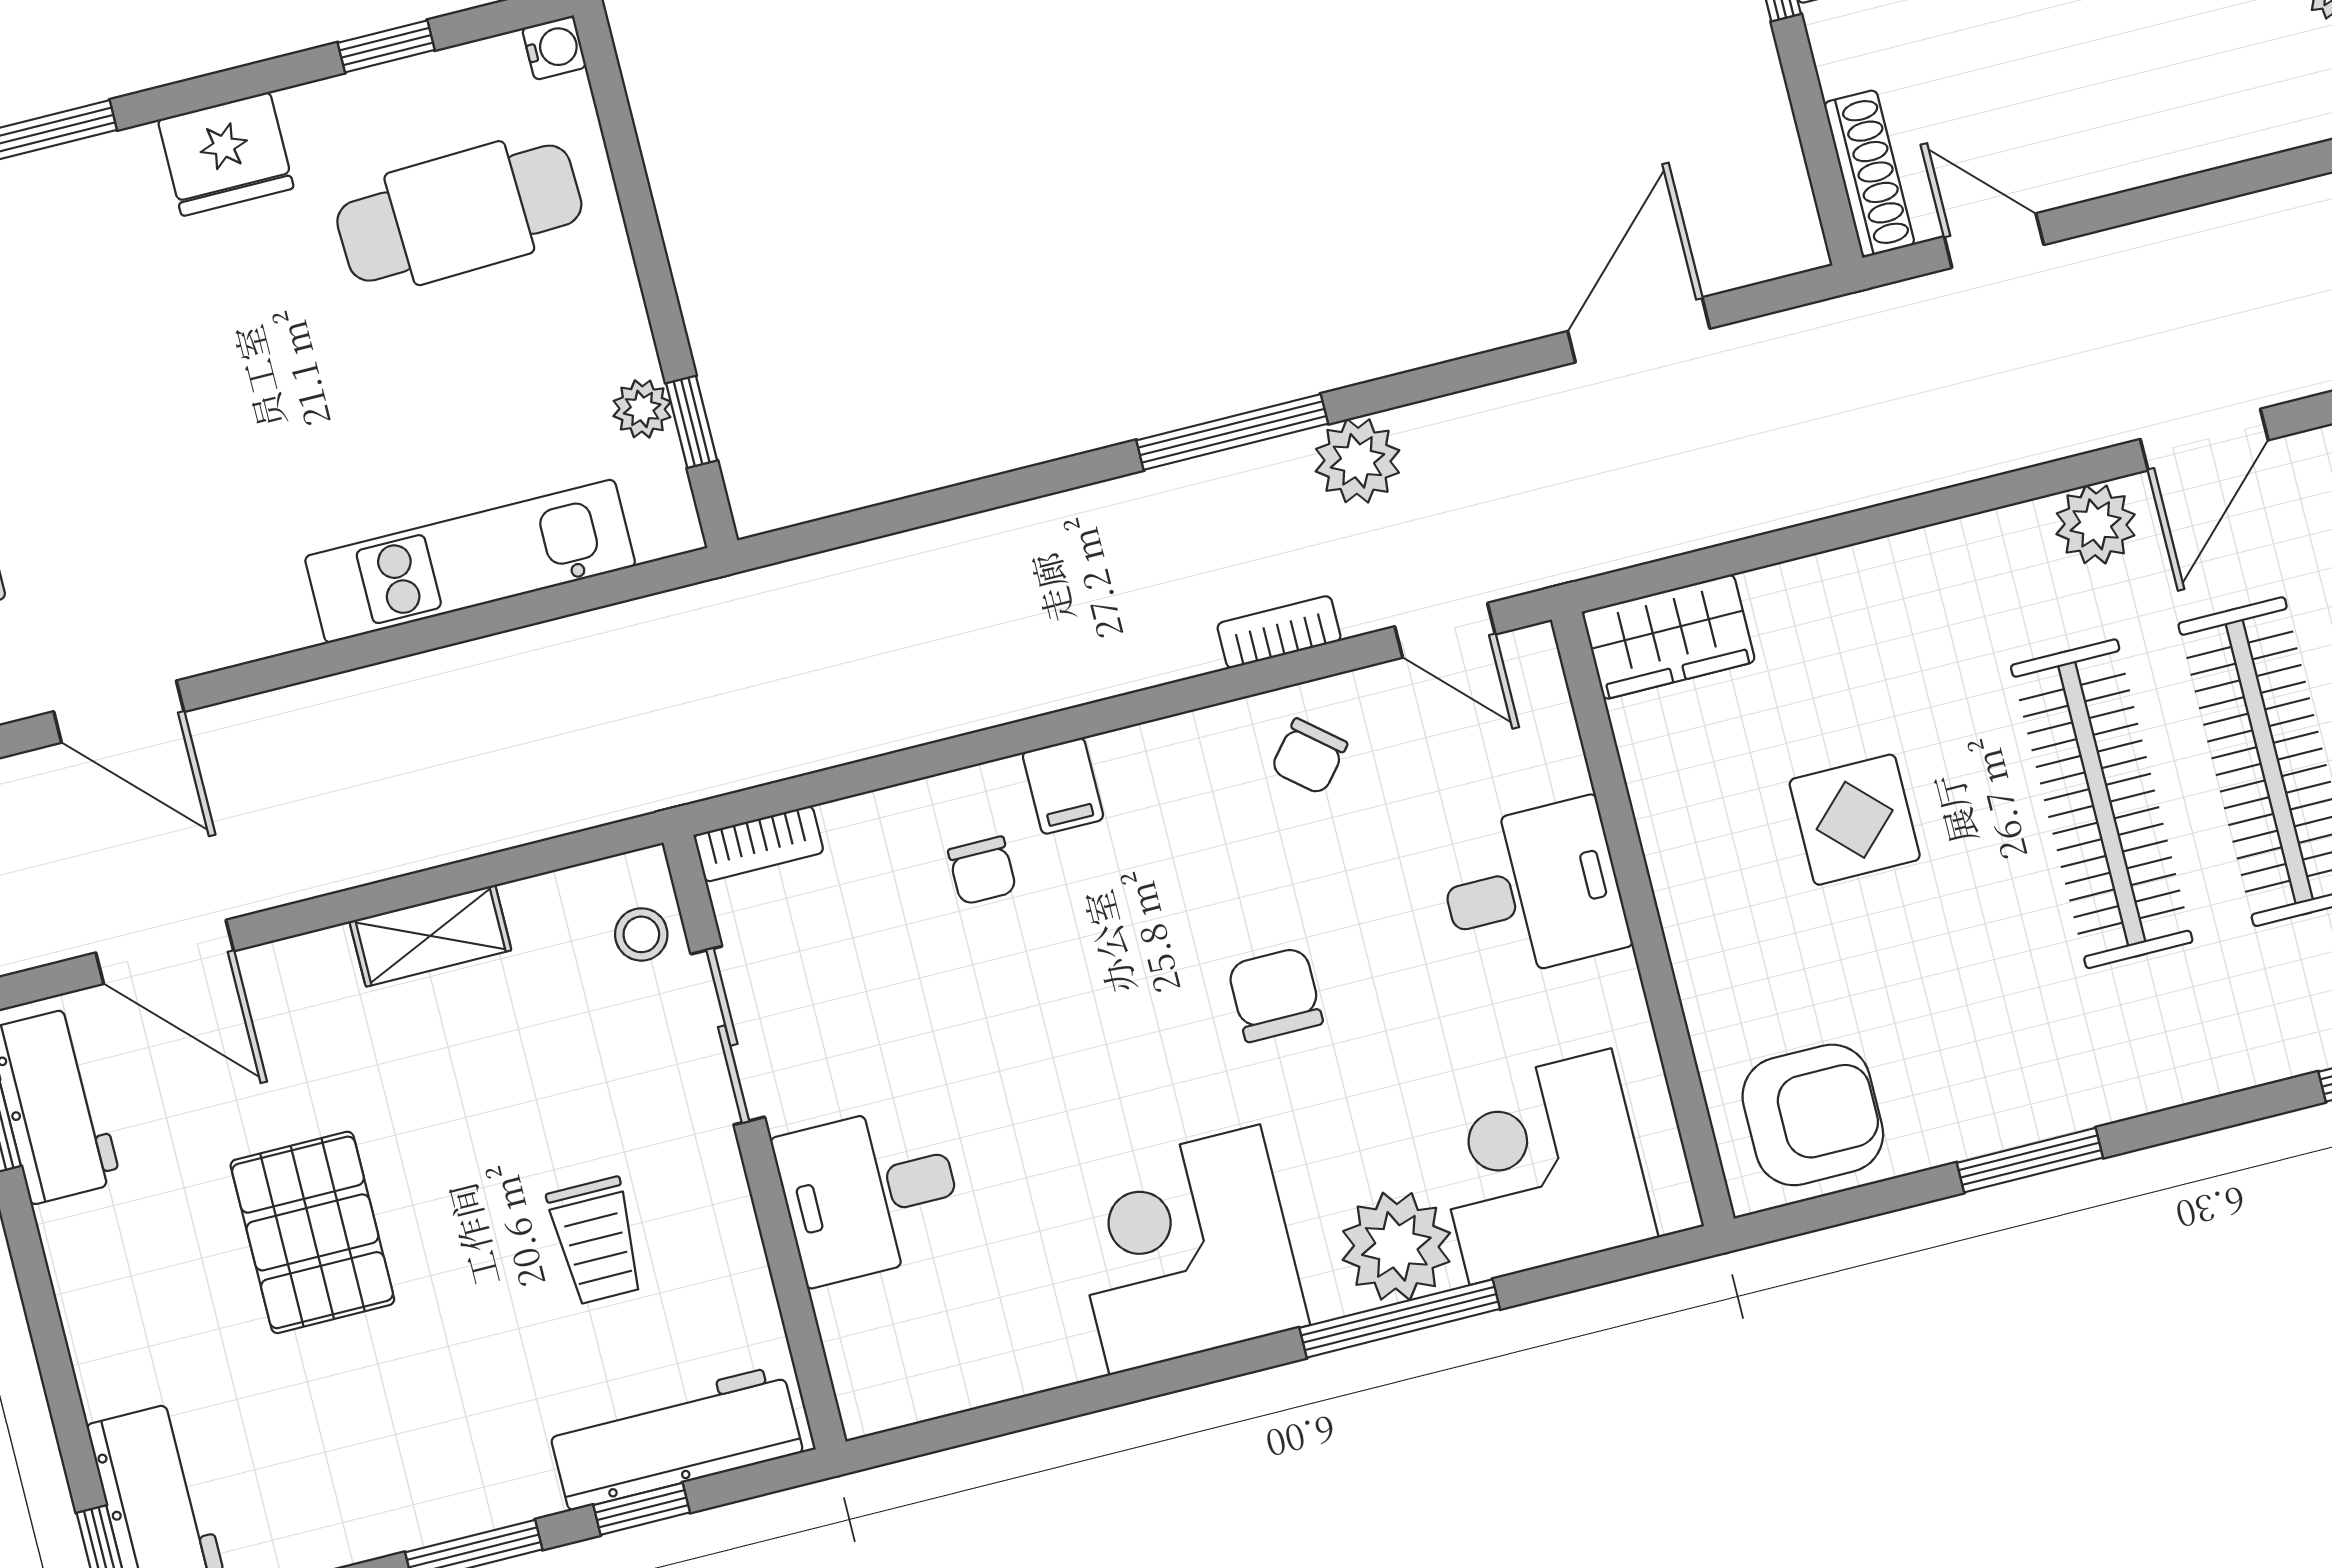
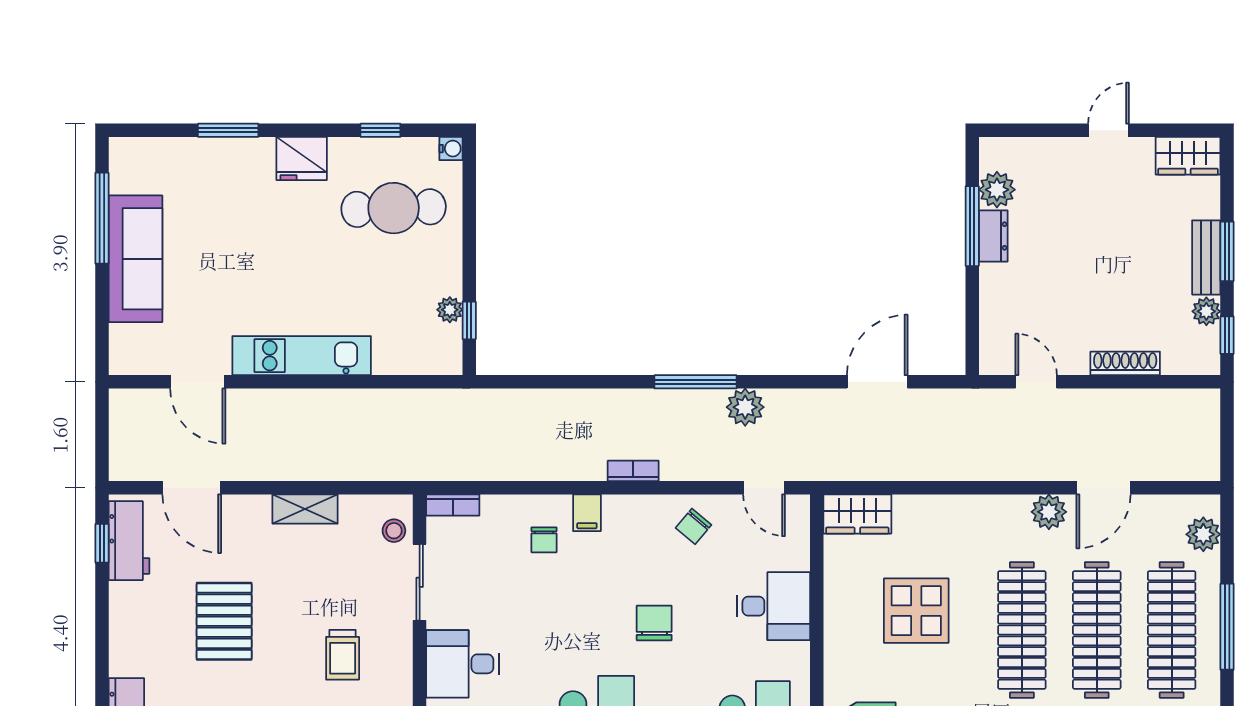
shoe rack: (1869, 174) -> (1125, 363), moved, turned -90
kitchen unit: (470, 561) -> (302, 356), moved
bookcase: (1279, 632) -> (633, 471), moved
display table: (1855, 820) -> (916, 611), width x1.36, depth x1.36

